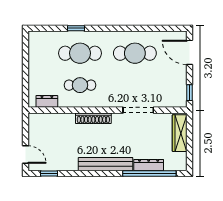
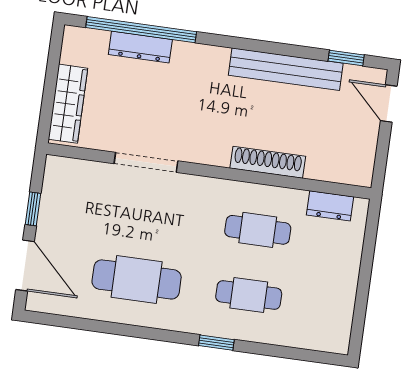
window: (76, 28) -> (216, 343), moved
cafe table: (80, 53) -> (249, 295), width x0.73, depth x0.74
window: (189, 93) -> (33, 209), moved
shoe rack: (93, 118) -> (268, 162), moved
bench: (106, 164) -> (286, 69), moved

